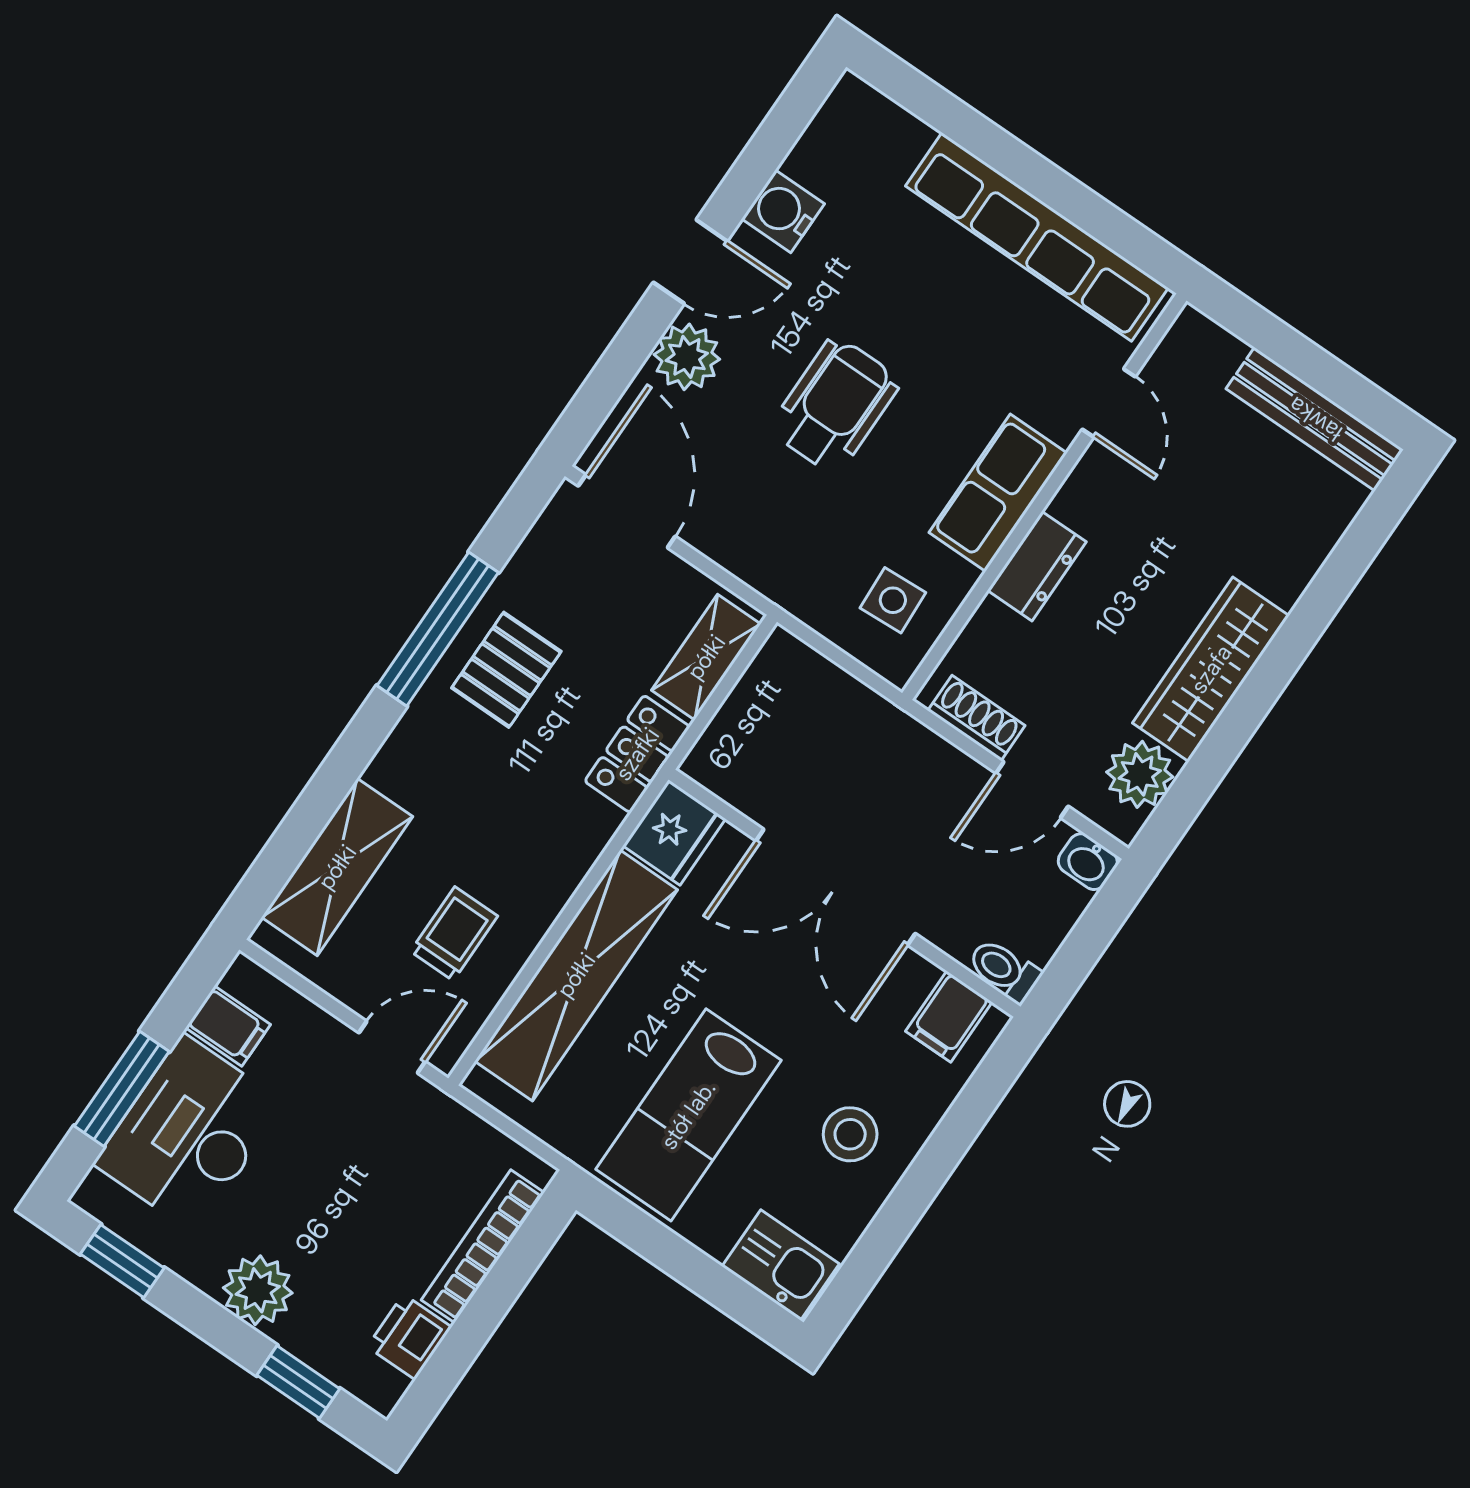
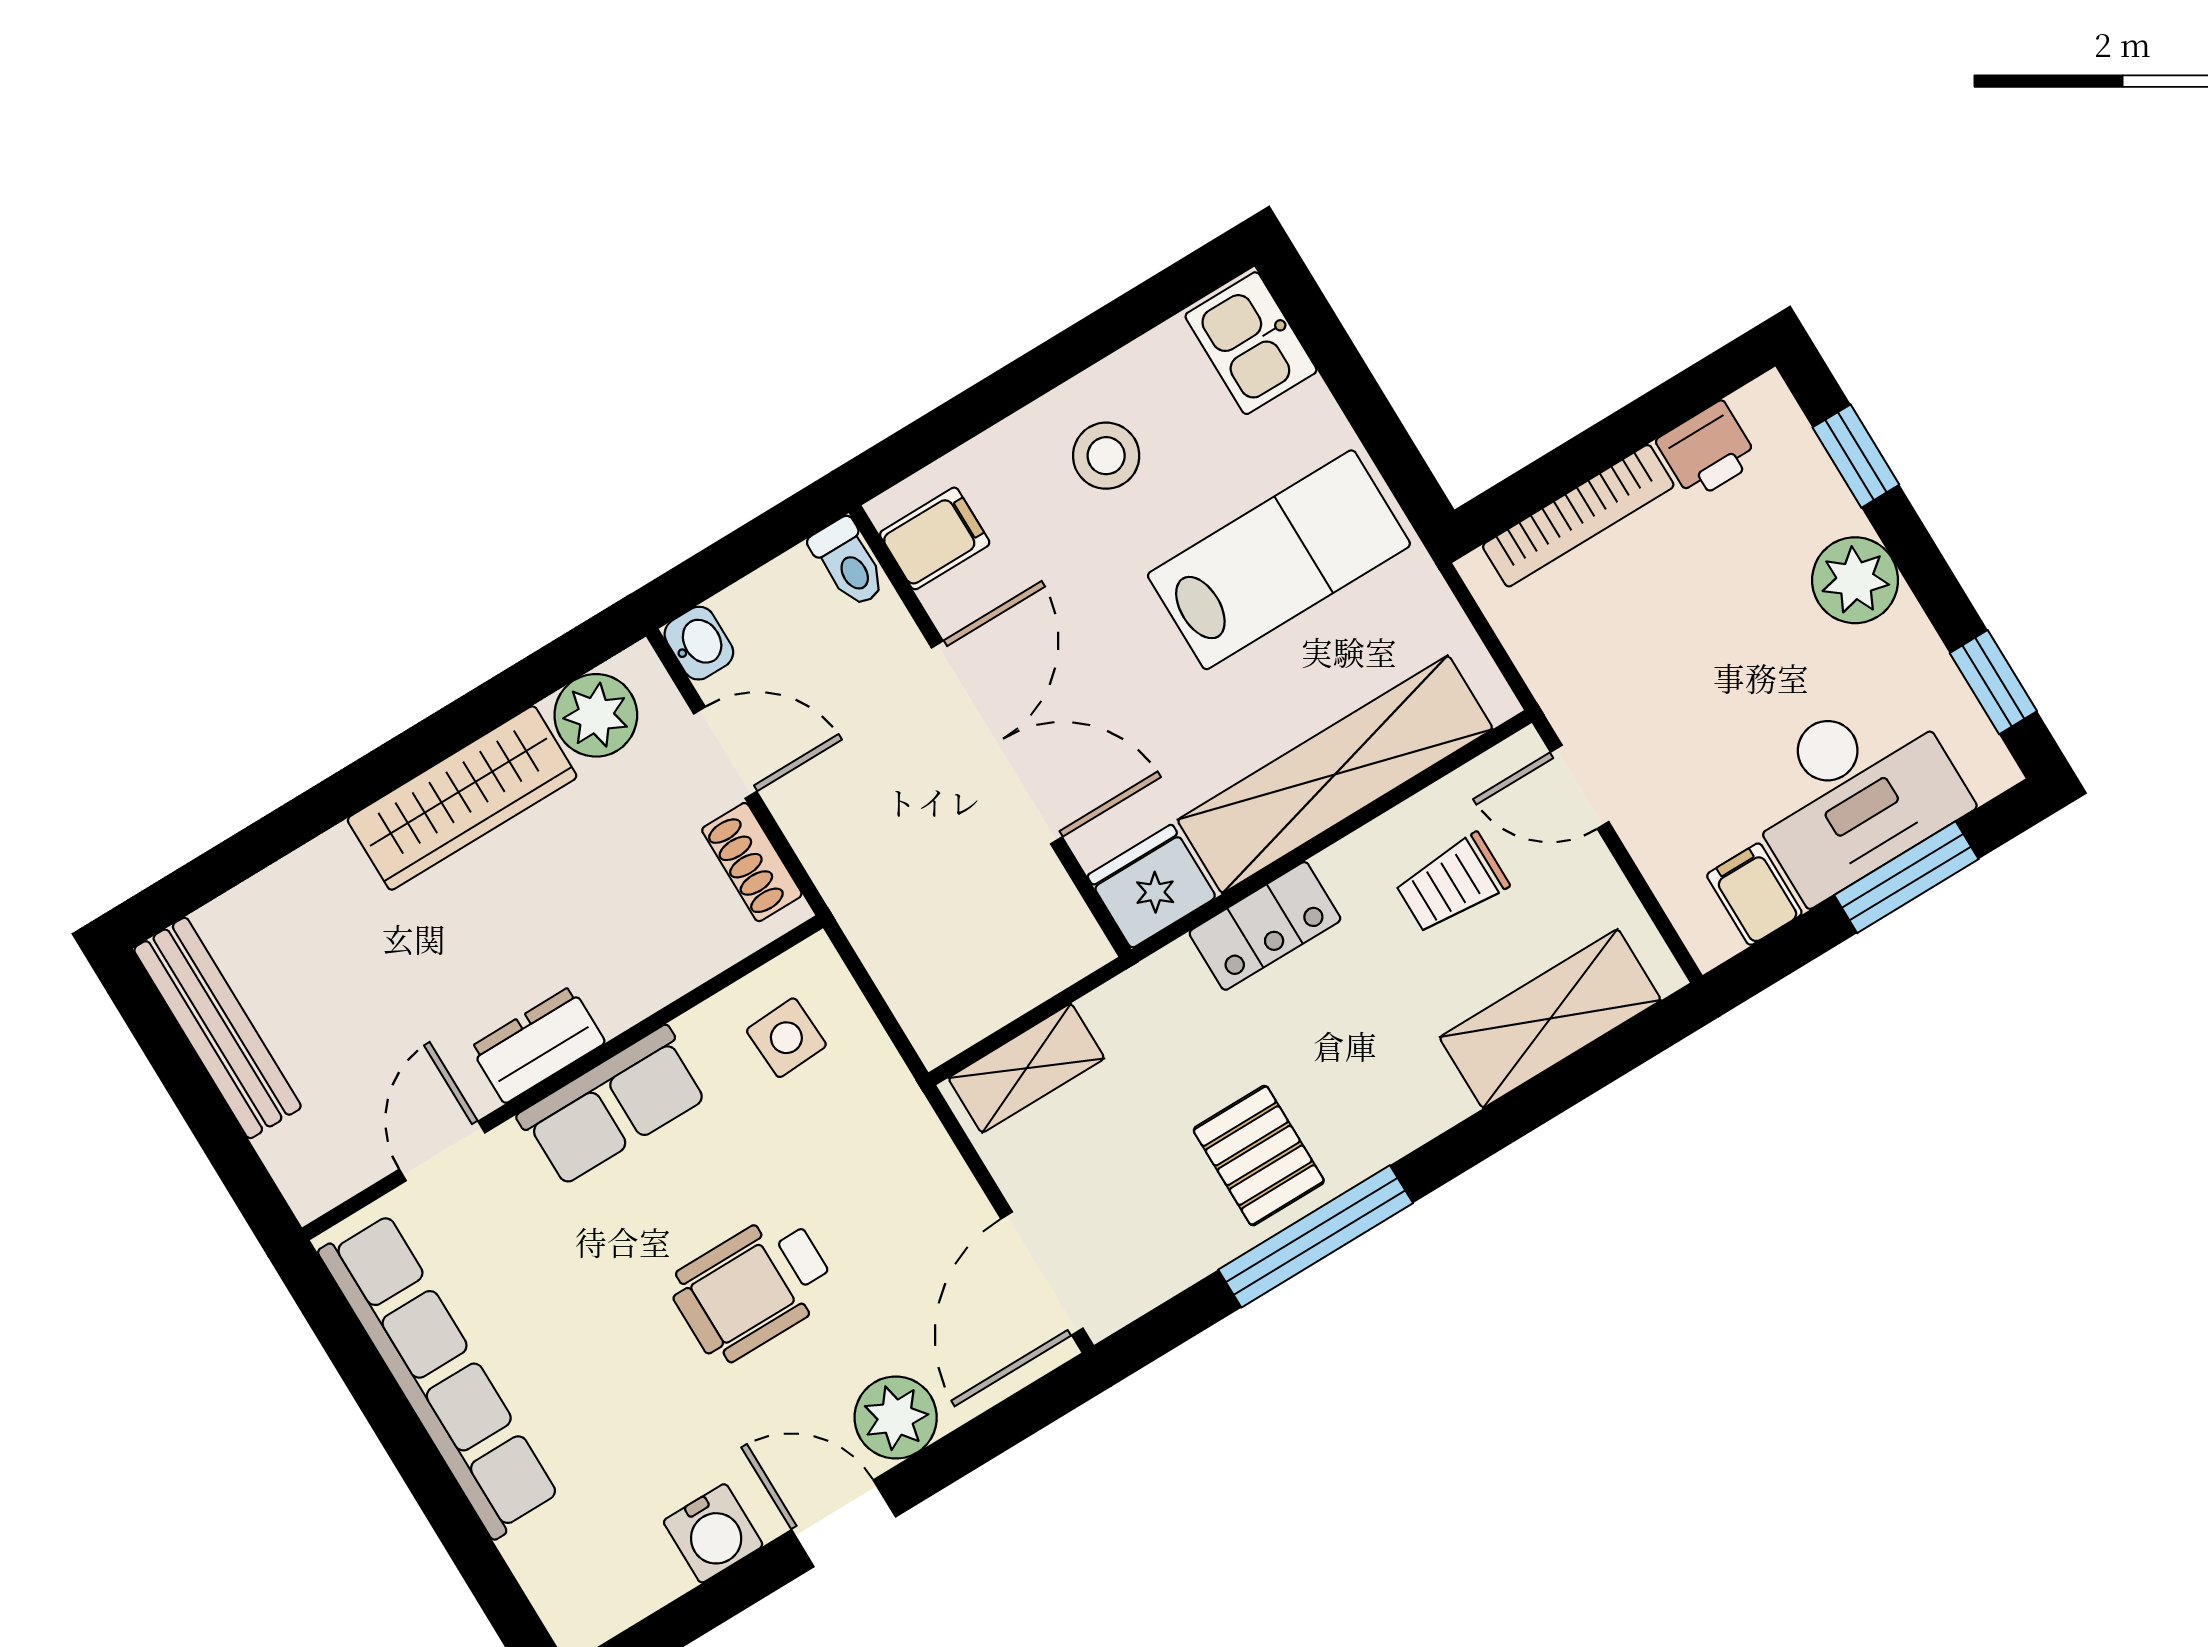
dresser: (1037, 566) -> (538, 1045), moved
pallet: (506, 670) -> (1259, 1156), turned 90
locker: (637, 754) -> (1265, 926), moved

